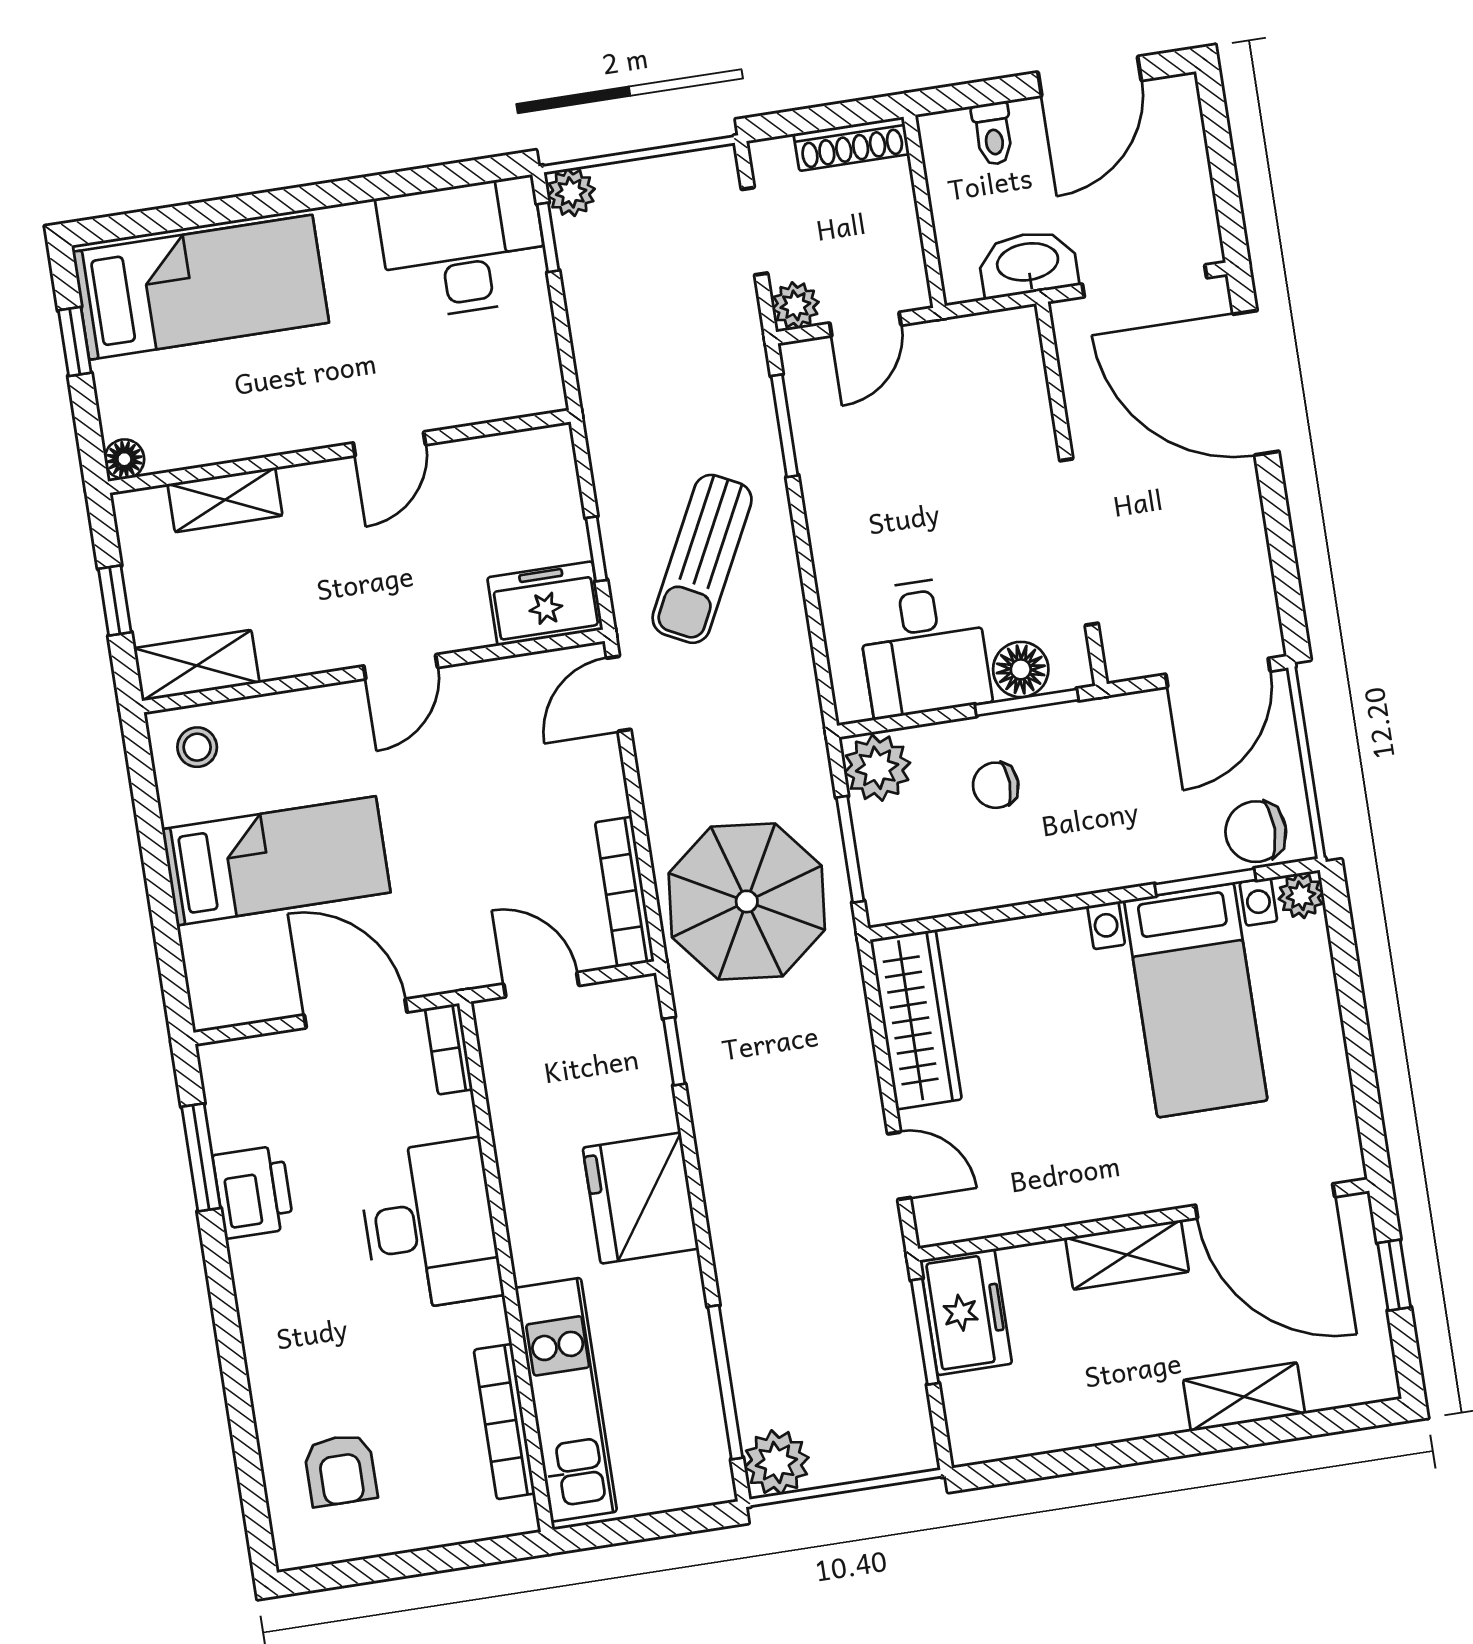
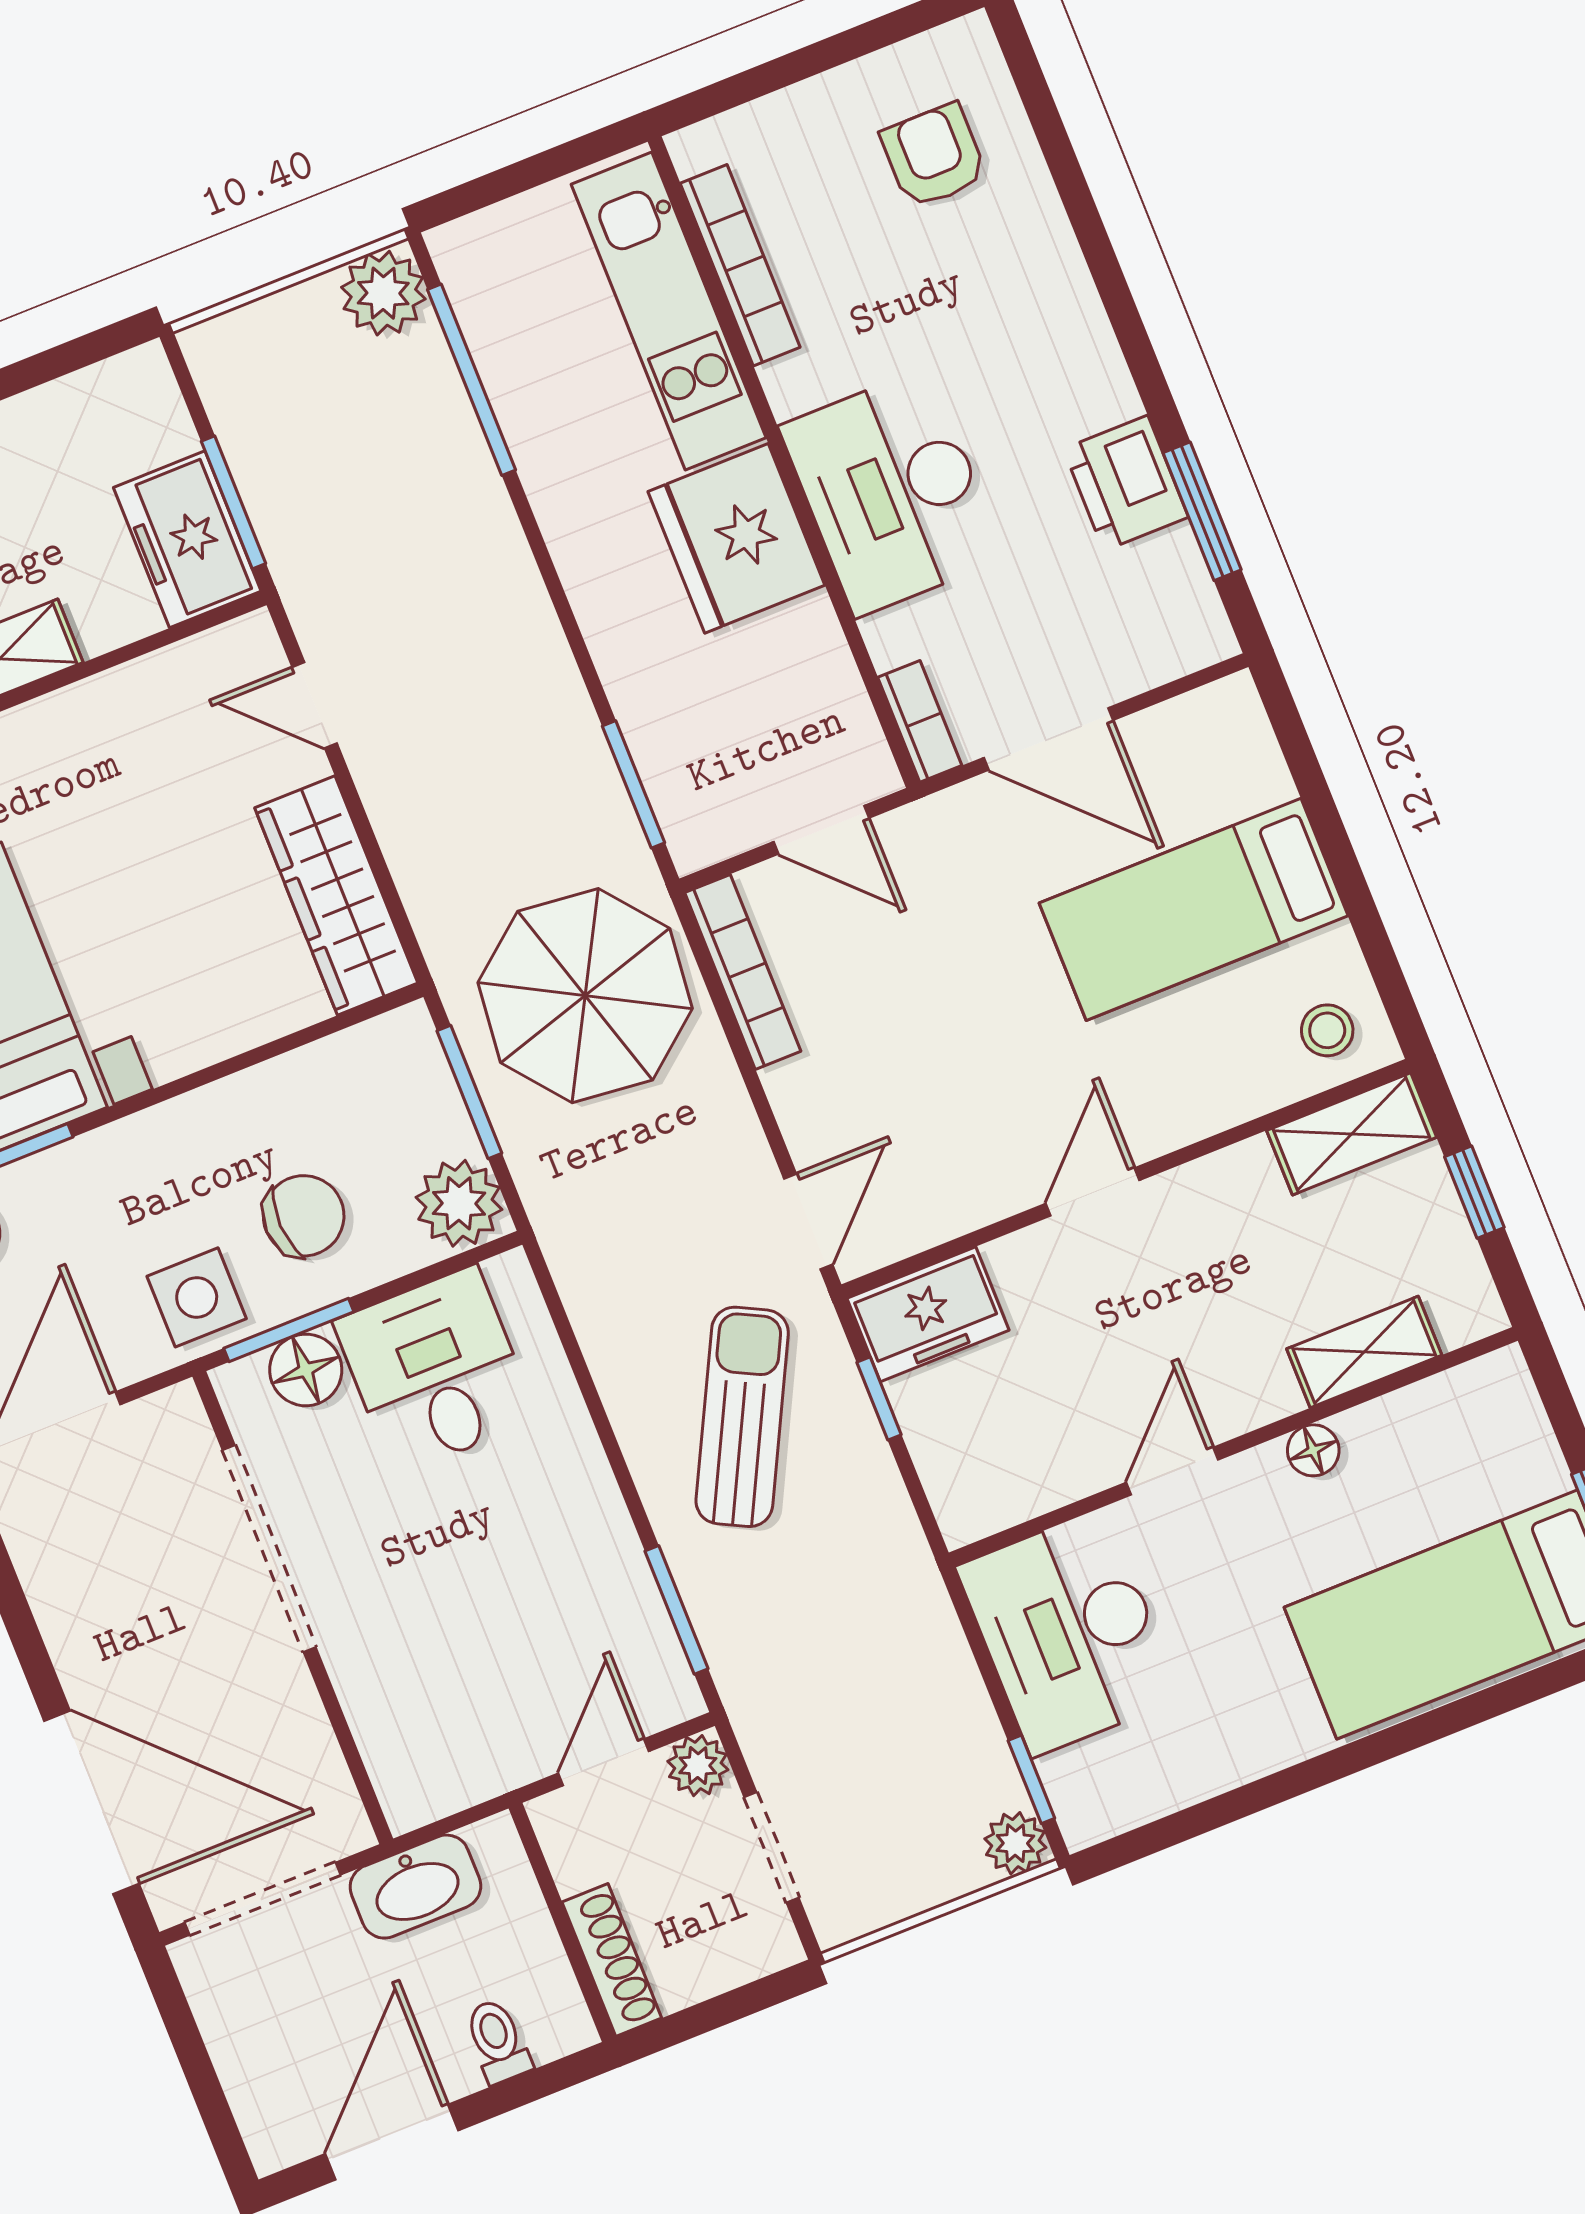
shoe rack: (851, 144) -> (612, 1960), moved, turned 90
desk: (463, 248) -> (1069, 1632), moved, turned 90
floor lamp: (124, 459) -> (1313, 1450), moved
side table: (1090, 743) -> (197, 1297), added
chair: (996, 785) -> (304, 1216), width x1.37, depth x1.37
window: (674, 1051) -> (633, 784), width x1.50
fridge: (641, 1198) -> (736, 538), moved, turned 180

